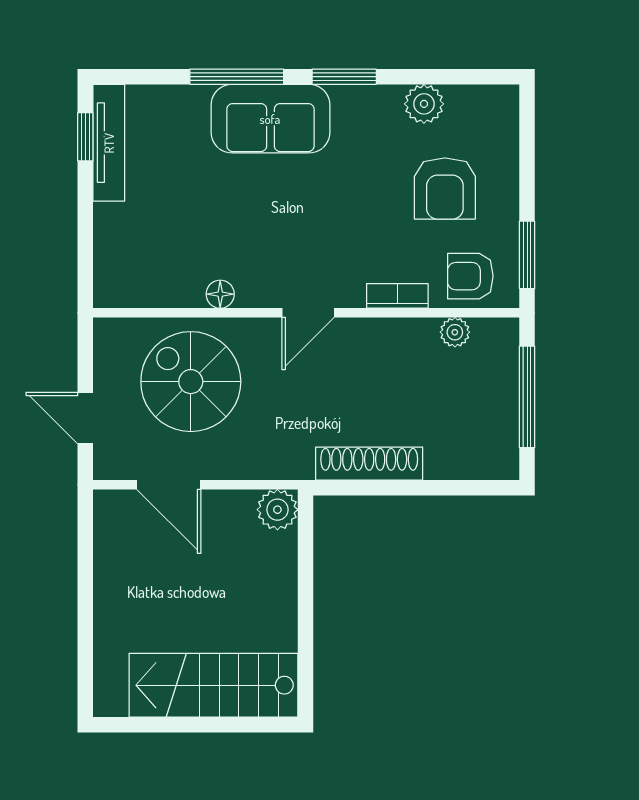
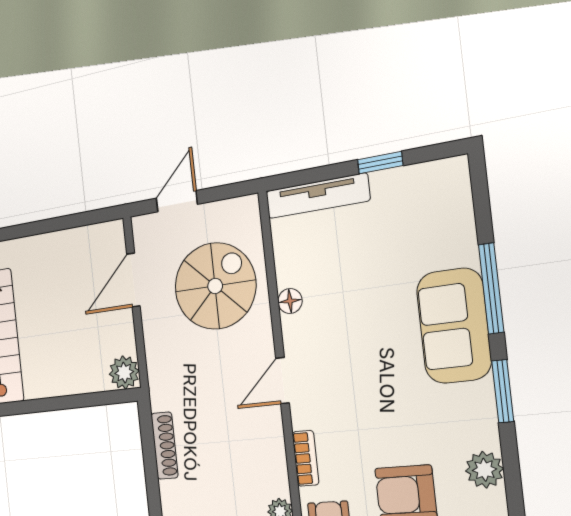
window: (85, 137) -> (380, 163), moved
tv unit: (109, 143) -> (317, 196), moved
door: (308, 313) -> (283, 381), hinge flipped
shoe rack: (369, 464) -> (164, 446), width x0.74, depth x0.81

